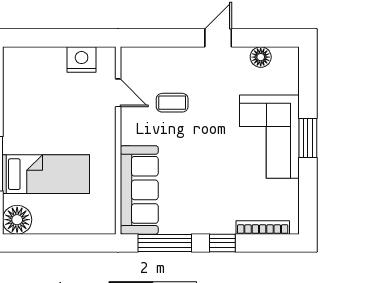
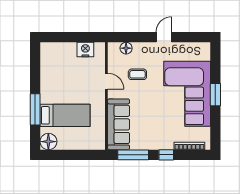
floor lamp: (261, 57) -> (126, 48), moved
door: (118, 93) -> (106, 81), moved
corner sofa: (269, 137) -> (187, 94), width x1.36, depth x1.36

